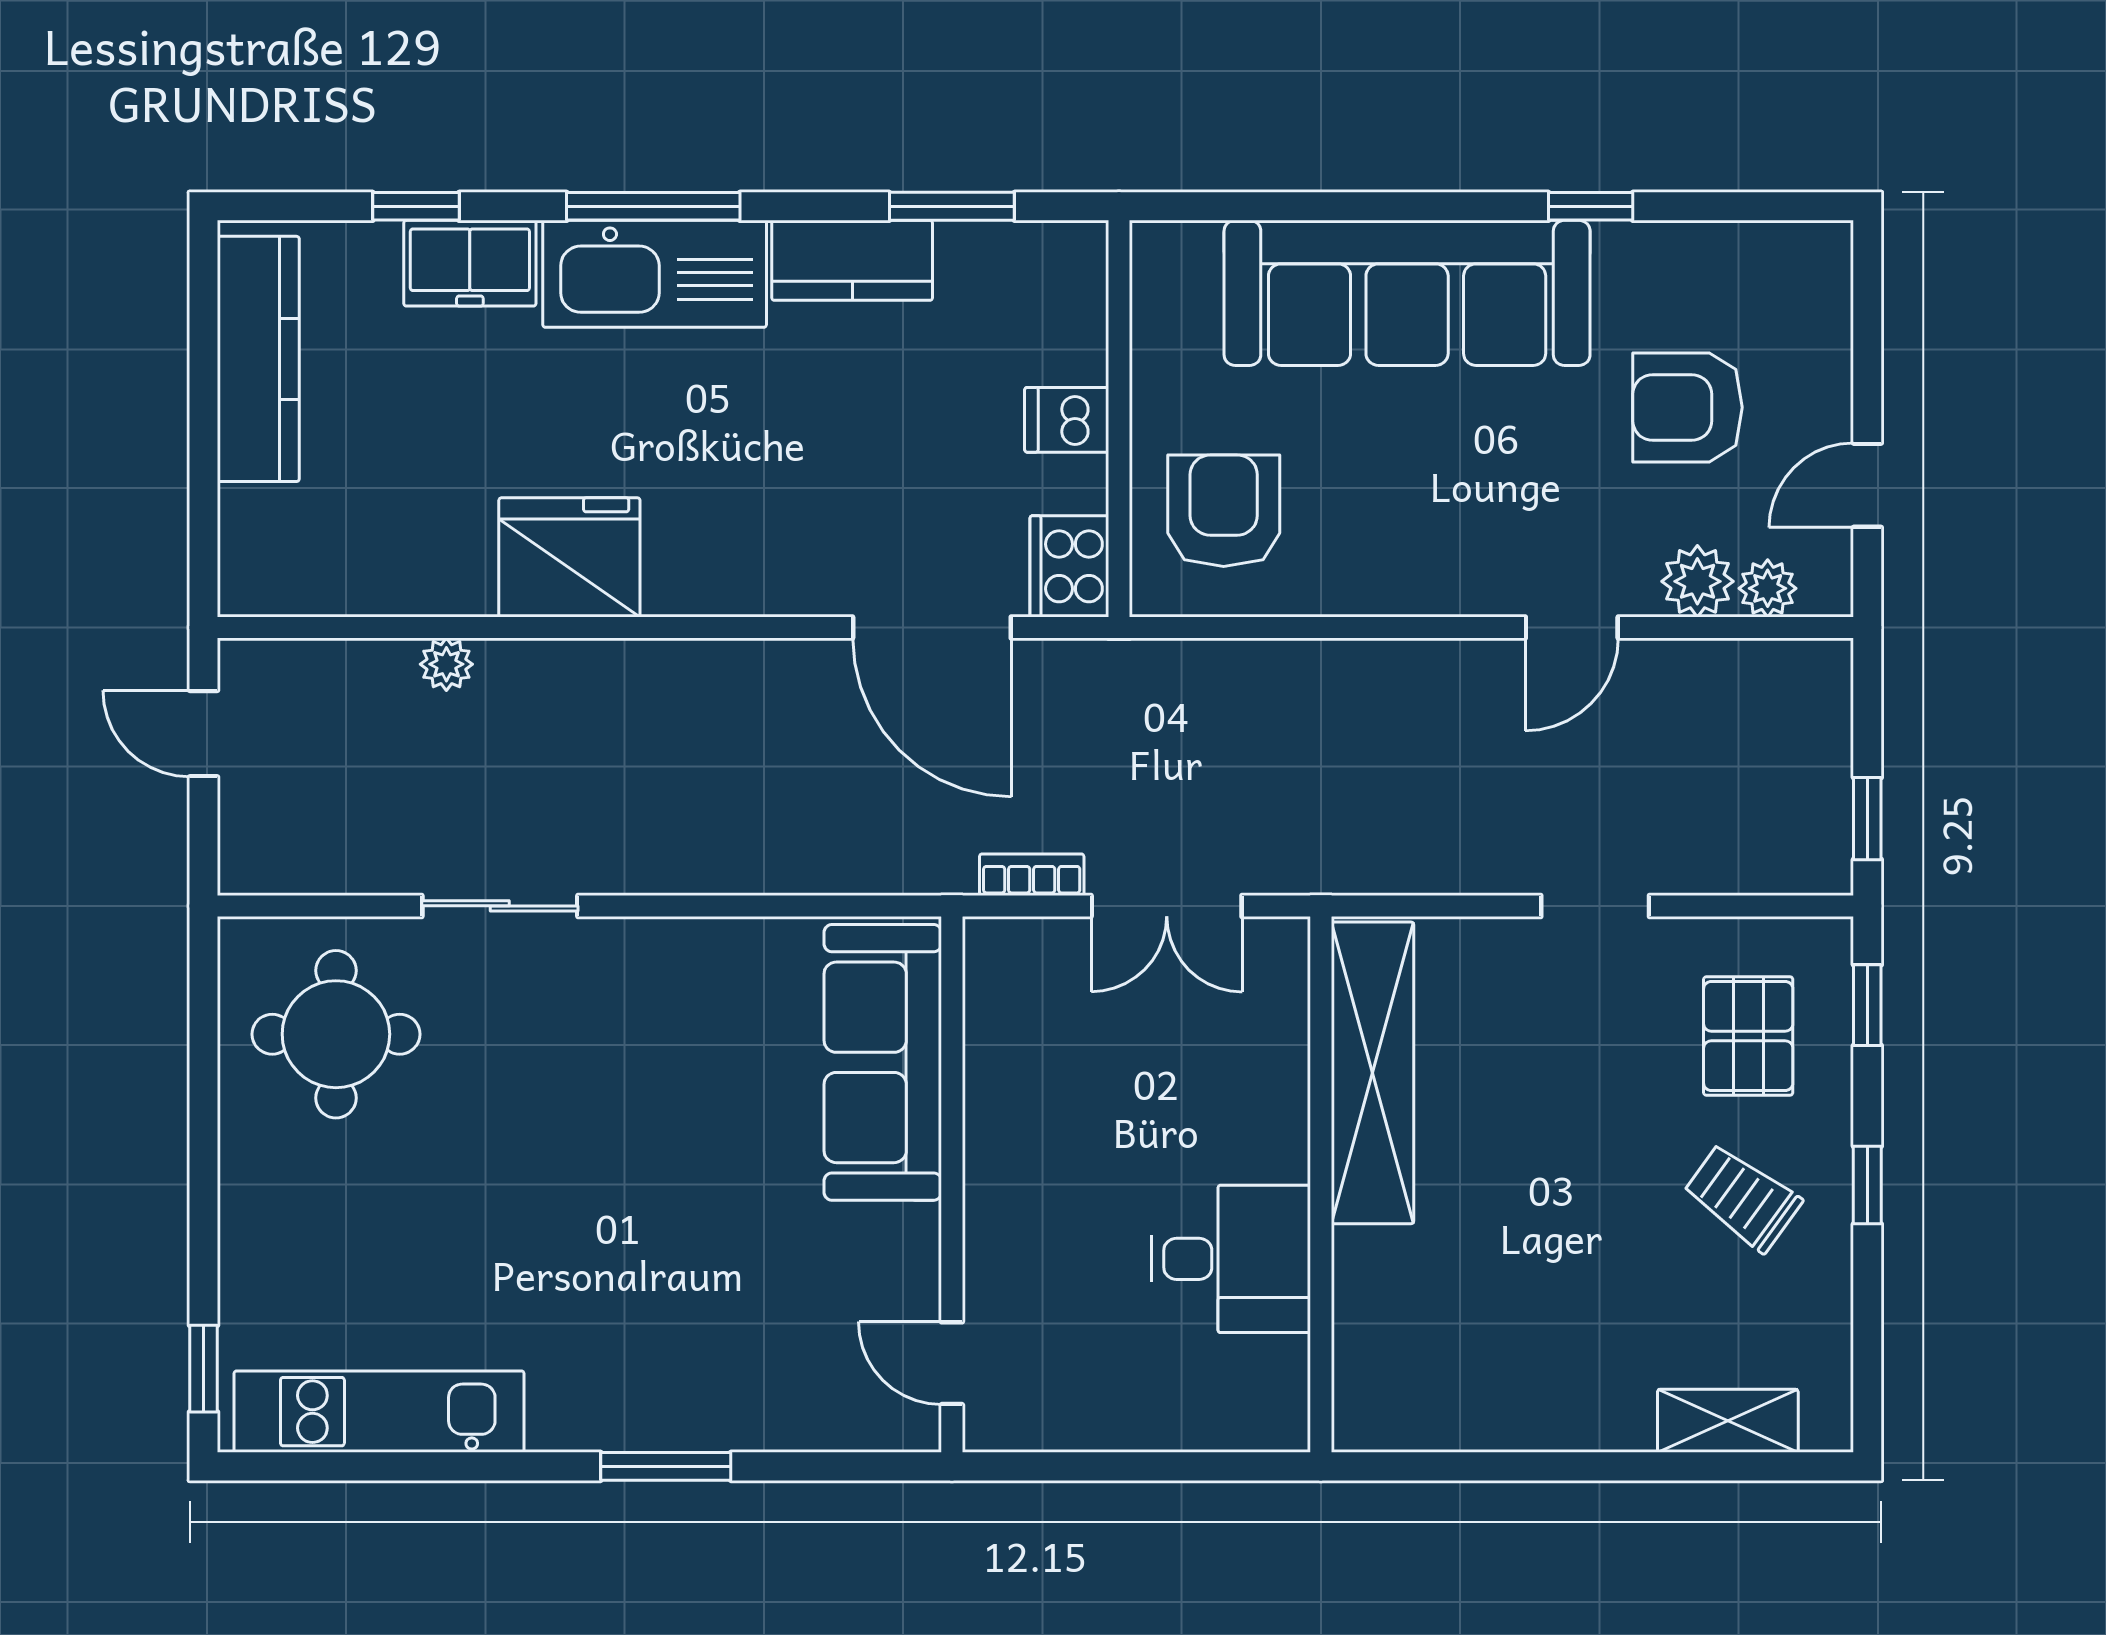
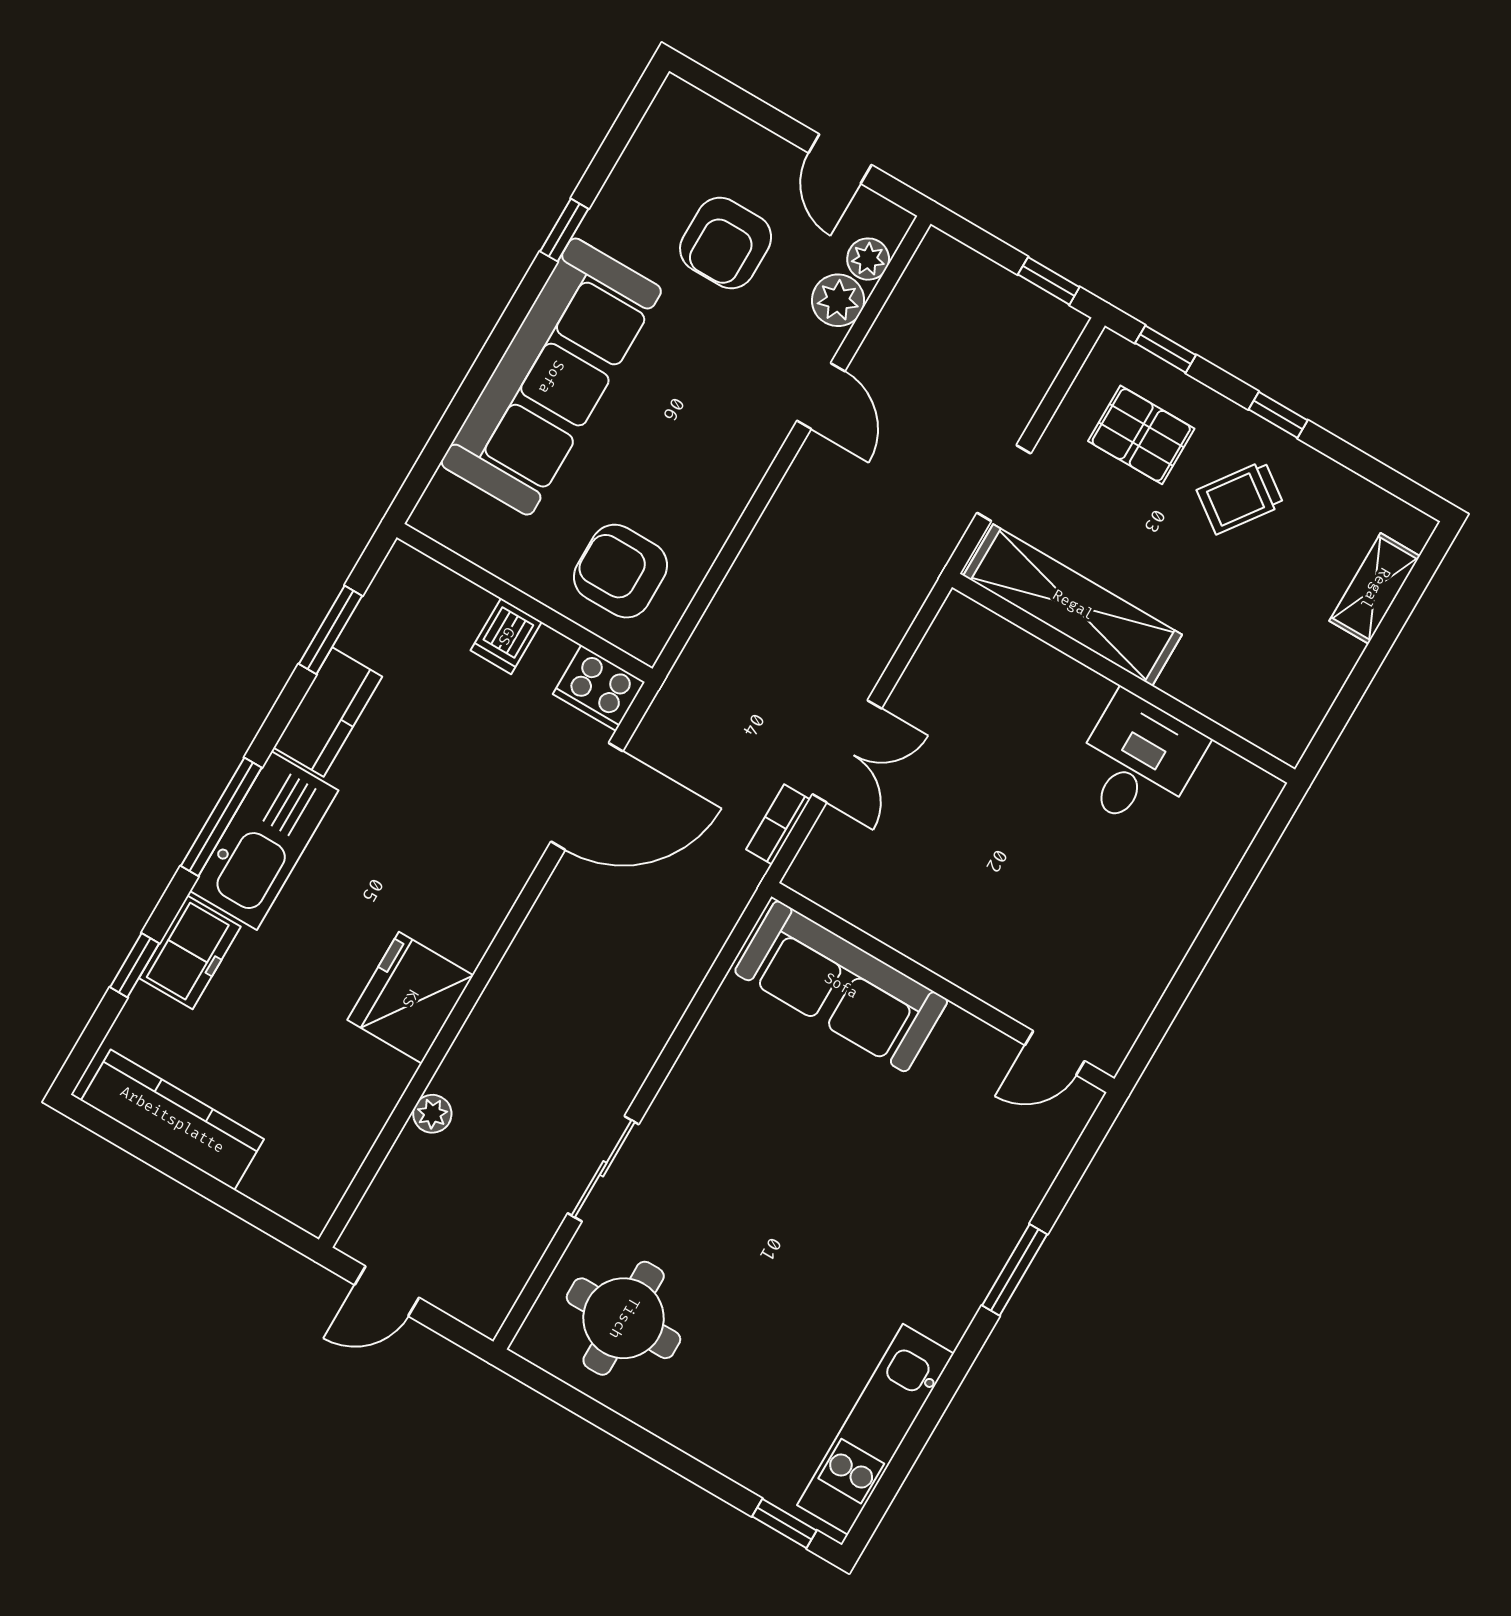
shelving: (1372, 1073) -> (1073, 605), moved
wall: (1321, 1184) -> (1124, 678), moved
desk: (1231, 1259) -> (1137, 762), moved

